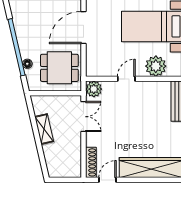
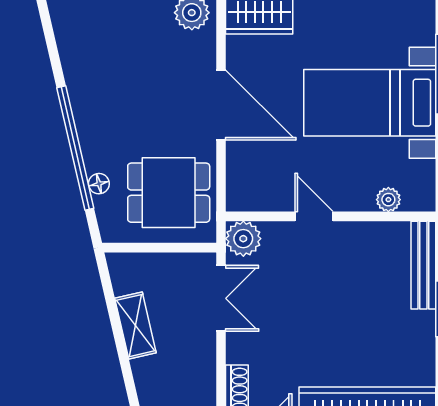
door: (83, 28) -> (221, 105), swing flipped
plant: (156, 66) -> (388, 200), width x0.53, depth x0.53
door: (126, 79) -> (314, 216), hinge flipped

